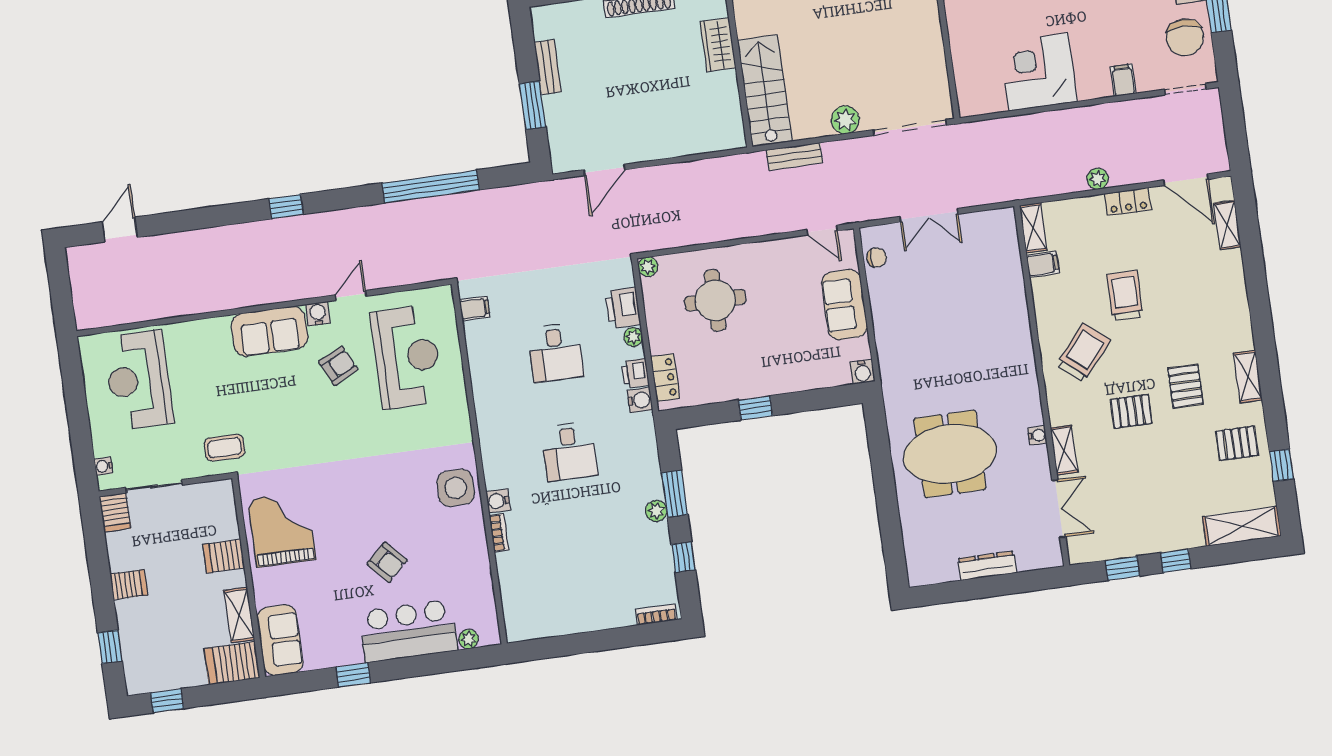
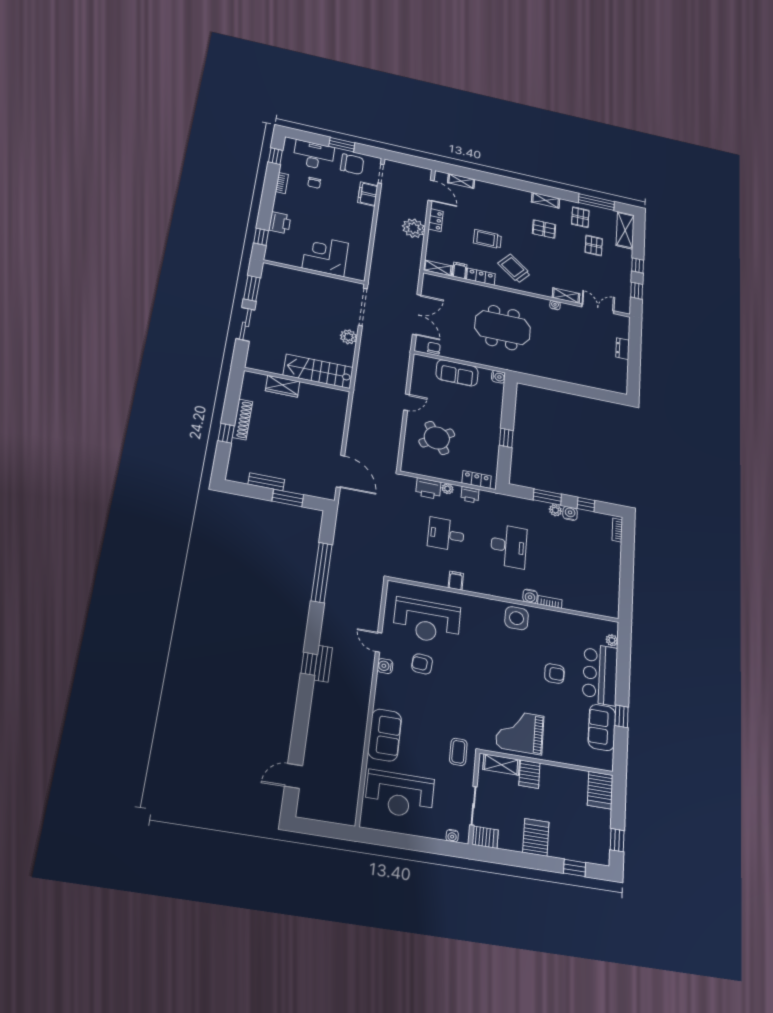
corner desk: (1038, 72) -> (325, 255), moved, turned 90
filing cabinet: (1123, 80) -> (368, 194), width x2.00
bench: (795, 156) -> (323, 664), moved
door: (604, 170) -> (340, 471), width x1.36
plant: (1098, 179) -> (414, 228), width x1.87, depth x1.87
door: (1186, 180) -> (431, 191), hinge flipped
double door: (929, 215) -> (417, 315), width x1.37
door: (120, 230) -> (294, 776), hinge flipped
door: (822, 230) -> (406, 402), moved
plant: (648, 267) -> (407, 467), removed
round table: (715, 300) -> (437, 438), turned -33
locker: (1045, 301) -> (481, 277), added
filing cabinet: (475, 308) -> (456, 581), moved
sofa: (269, 331) -> (385, 735), moved
desk: (556, 352) -> (446, 534), turned 180
reception desk: (407, 357) -> (427, 621), turned 180
armchair: (338, 366) -> (422, 664), turned -60
water cooler: (640, 400) -> (570, 513), moved
pallet: (1131, 411) -> (594, 245), moved
desk: (569, 451) -> (509, 546), width x1.37
meeting table: (950, 454) -> (503, 328), moved, turned 90
window: (1282, 465) -> (596, 202), width x2.17
armchair: (387, 562) -> (554, 674), turned 43
dresser: (987, 566) -> (623, 349), width x0.70
server rack: (129, 585) -> (536, 837), width x1.36, depth x1.44
shelving: (239, 615) -> (501, 765), moved
sofa: (280, 640) -> (602, 727), moved, turned -90

